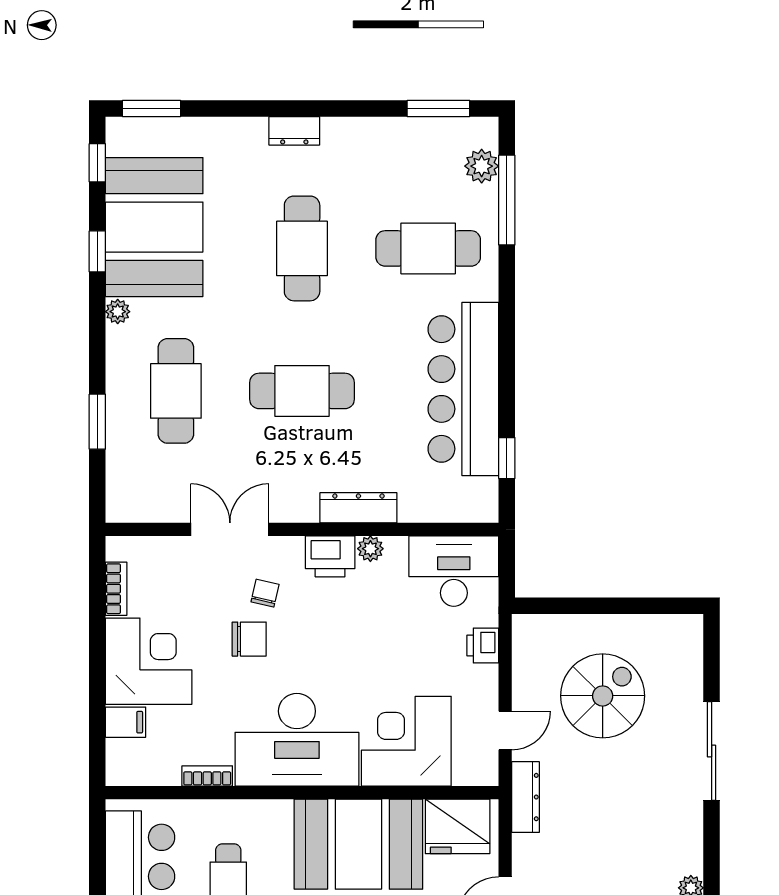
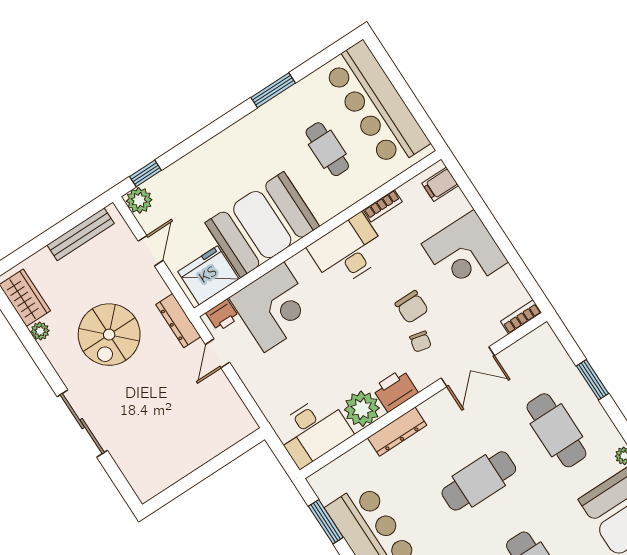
window: (507, 458) -> (326, 522), width x1.50
plant: (370, 549) -> (362, 409), width x1.87, depth x1.87
bookcase: (116, 589) -> (521, 317), moved, turned 90
chair: (249, 639) -> (412, 307), turned -90
printer: (483, 646) -> (222, 315), moved, turned 90
spiral stairs: (603, 696) -> (109, 335), moved
filing cabinet: (126, 722) -> (440, 184), moved
desk: (297, 740) -> (348, 251), width x0.73, depth x0.77

